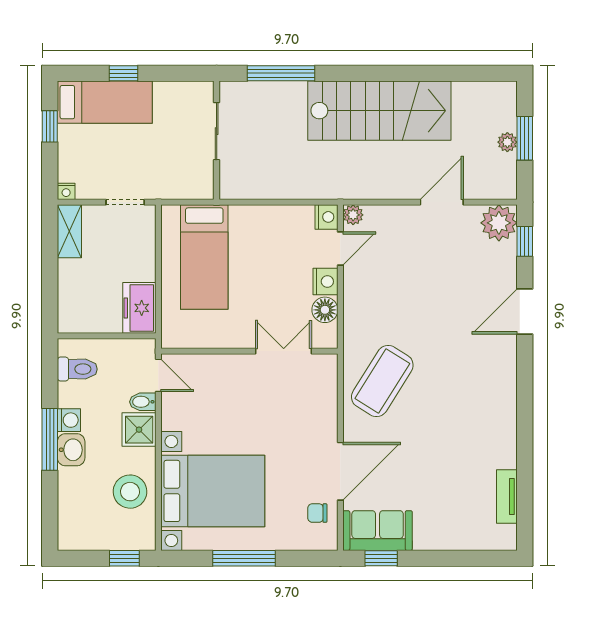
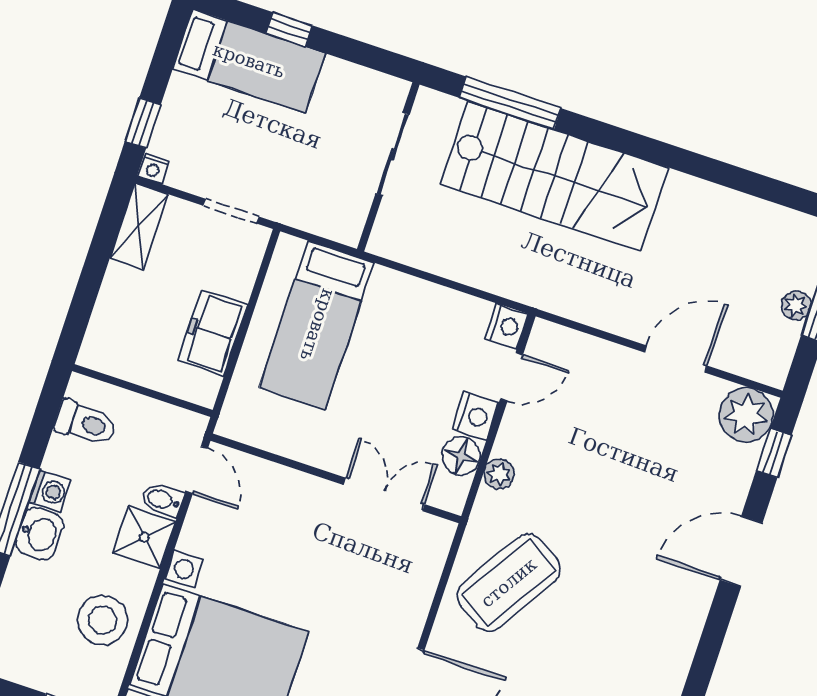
stairs: (379, 111) -> (554, 176), moved
window: (50, 126) -> (143, 123), moved
plant: (353, 215) -> (499, 474), moved
freezer: (139, 308) -> (213, 333), moved

